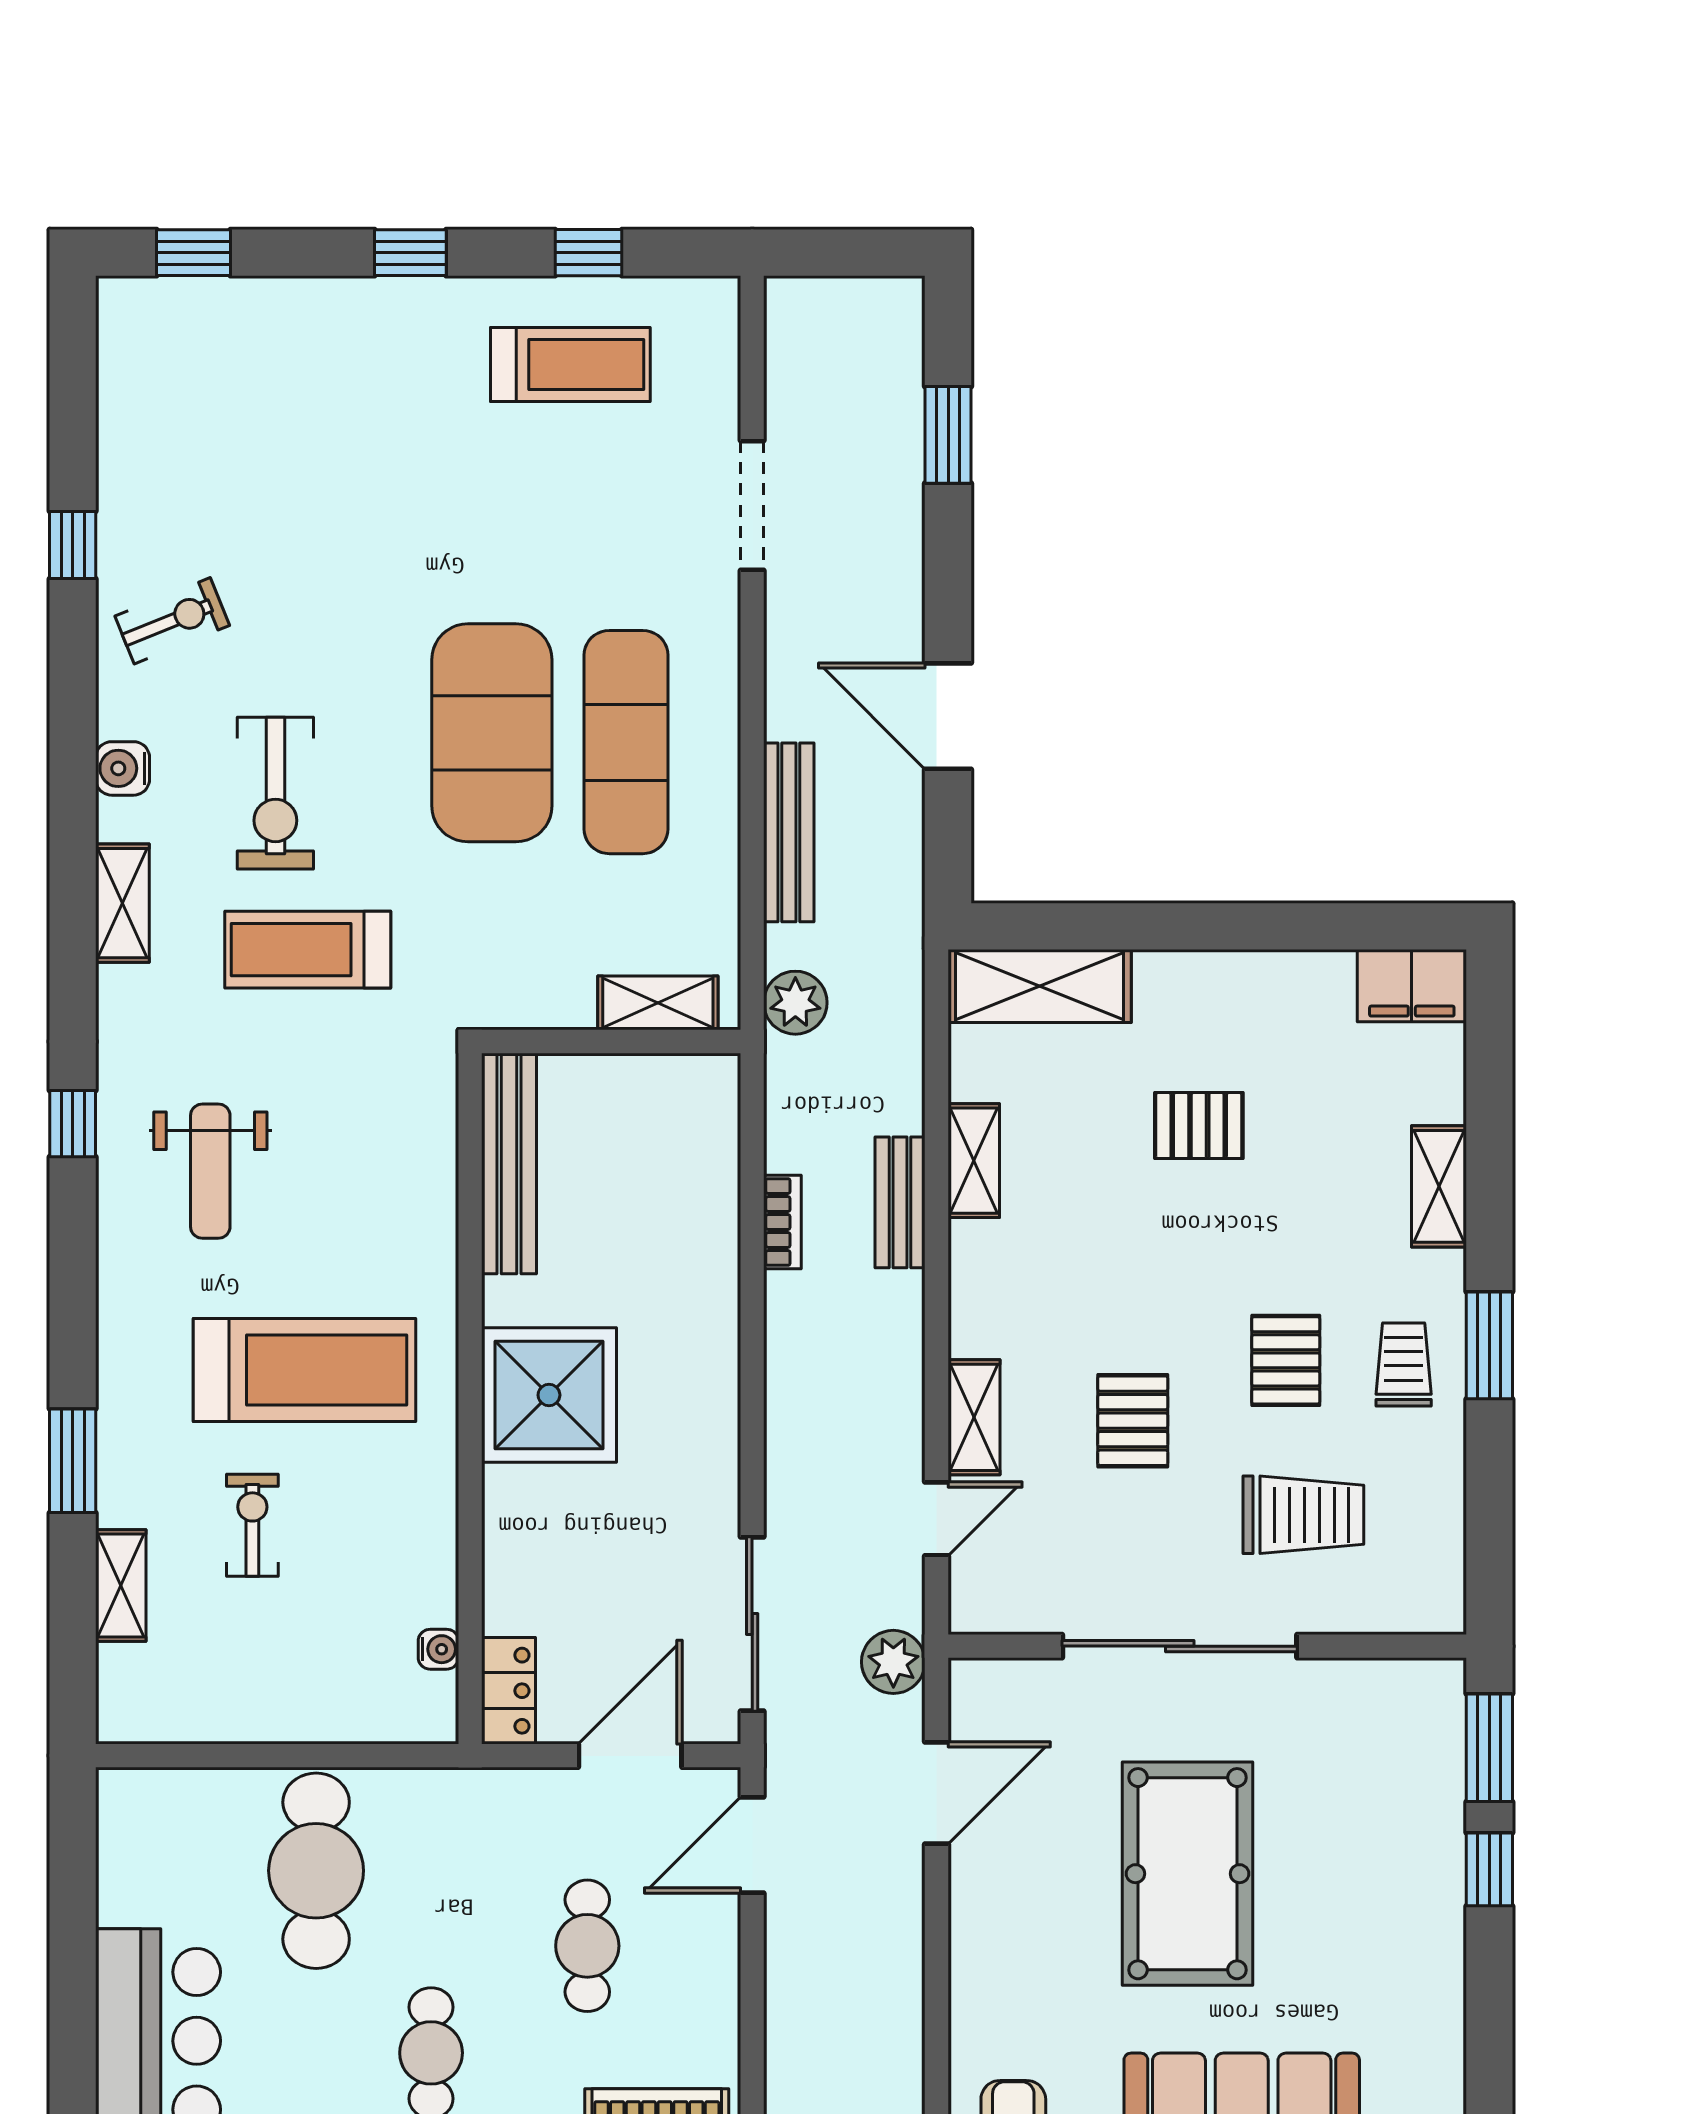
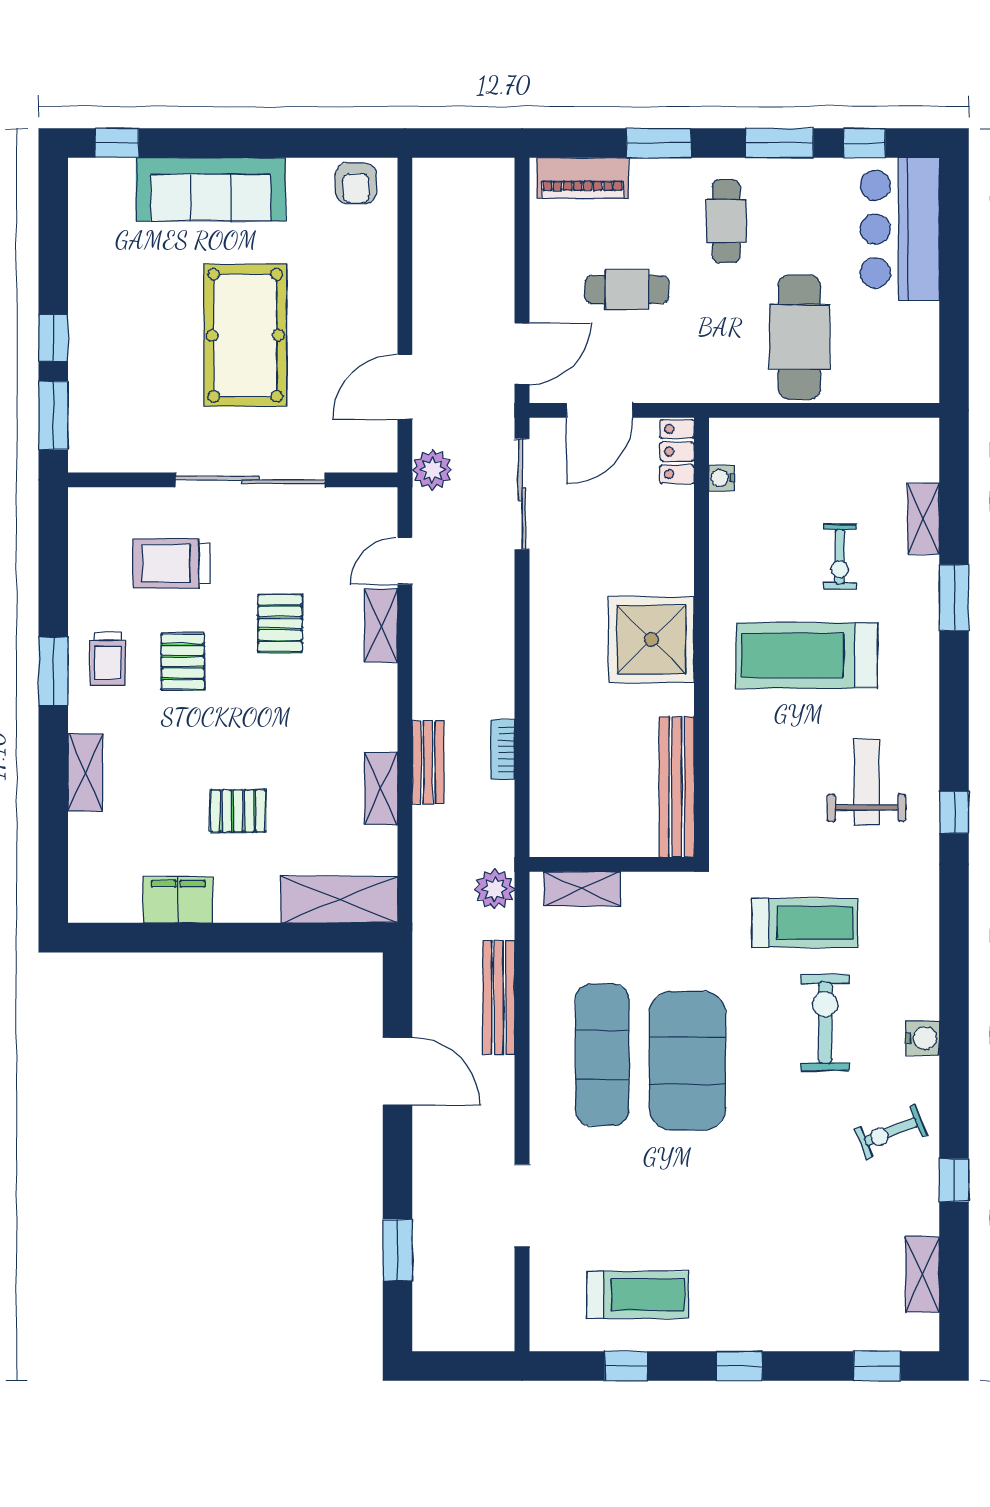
treadmill: (570, 365) -> (638, 1295), turned 180
shelving: (122, 903) -> (923, 1274), moved
filing cabinet: (1412, 986) -> (178, 900), moved
cafe table: (587, 1946) -> (627, 289), turned 90

